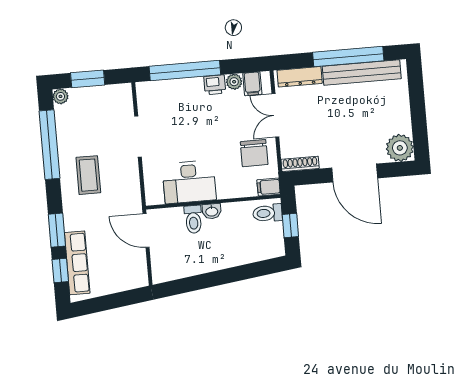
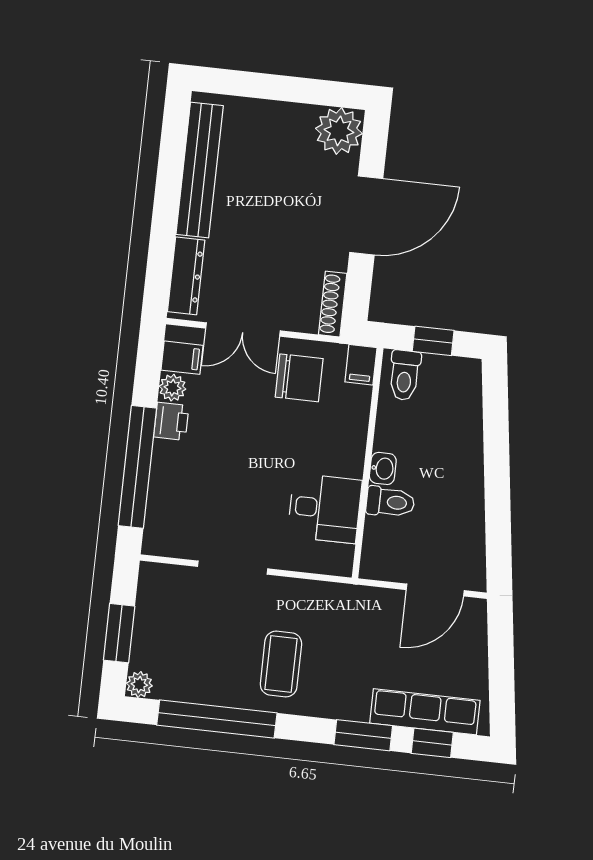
window: (348, 57) -> (168, 187), removed
coffee table: (88, 175) -> (281, 664), turned 90
desk: (189, 182) -> (325, 508), width x0.73
door: (146, 230) -> (435, 590), moved

